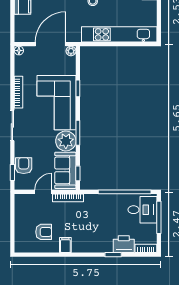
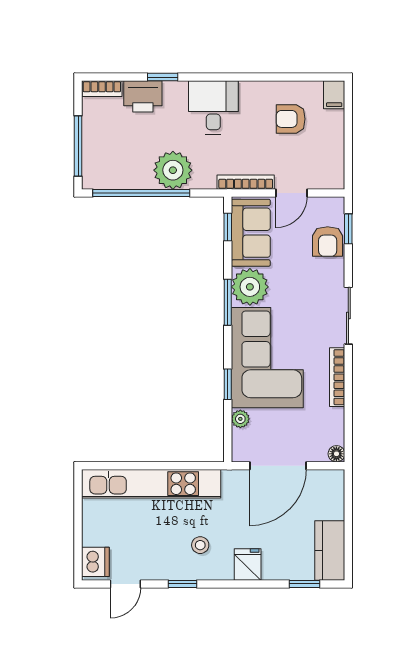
plant: (71, 51) -> (240, 419), moved
plant: (107, 204) -> (173, 170), added
desk: (142, 210) -> (213, 107), moved, turned 90
filing cabinet: (65, 245) -> (334, 95), moved

